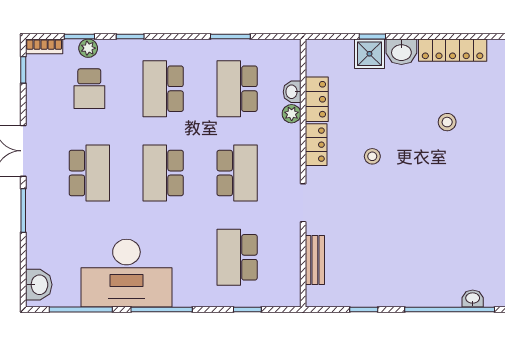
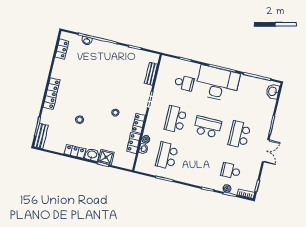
locker: (453, 50) -> (75, 151), width x0.66
school desk: (89, 89) -> (231, 171), turned -90
school desk: (163, 89) -> (199, 163), removed
school desk: (237, 89) -> (167, 156), turned 180
school desk: (163, 173) -> (207, 127), turned -90
school desk: (237, 257) -> (184, 83), width x0.54
desk: (126, 273) -> (217, 84), moved

